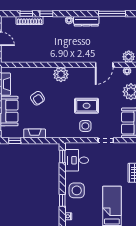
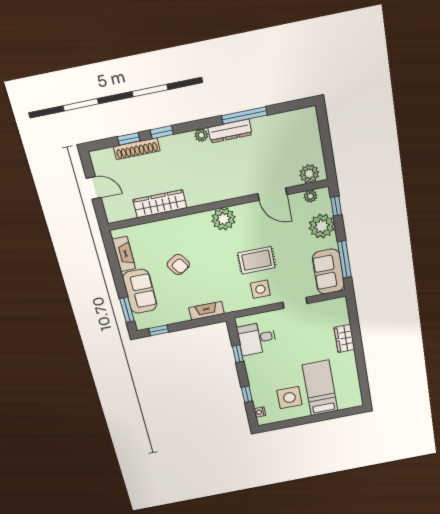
window: (112, 14) -> (244, 115), moved
wardrobe: (35, 57) -> (160, 204), added
door: (104, 65) -> (272, 194), hinge flipped
plant: (61, 74) -> (224, 219), moved
fireplace: (35, 134) -> (206, 311), moved
window: (62, 157) -> (238, 354), moved
side table: (77, 190) -> (289, 398), moved

